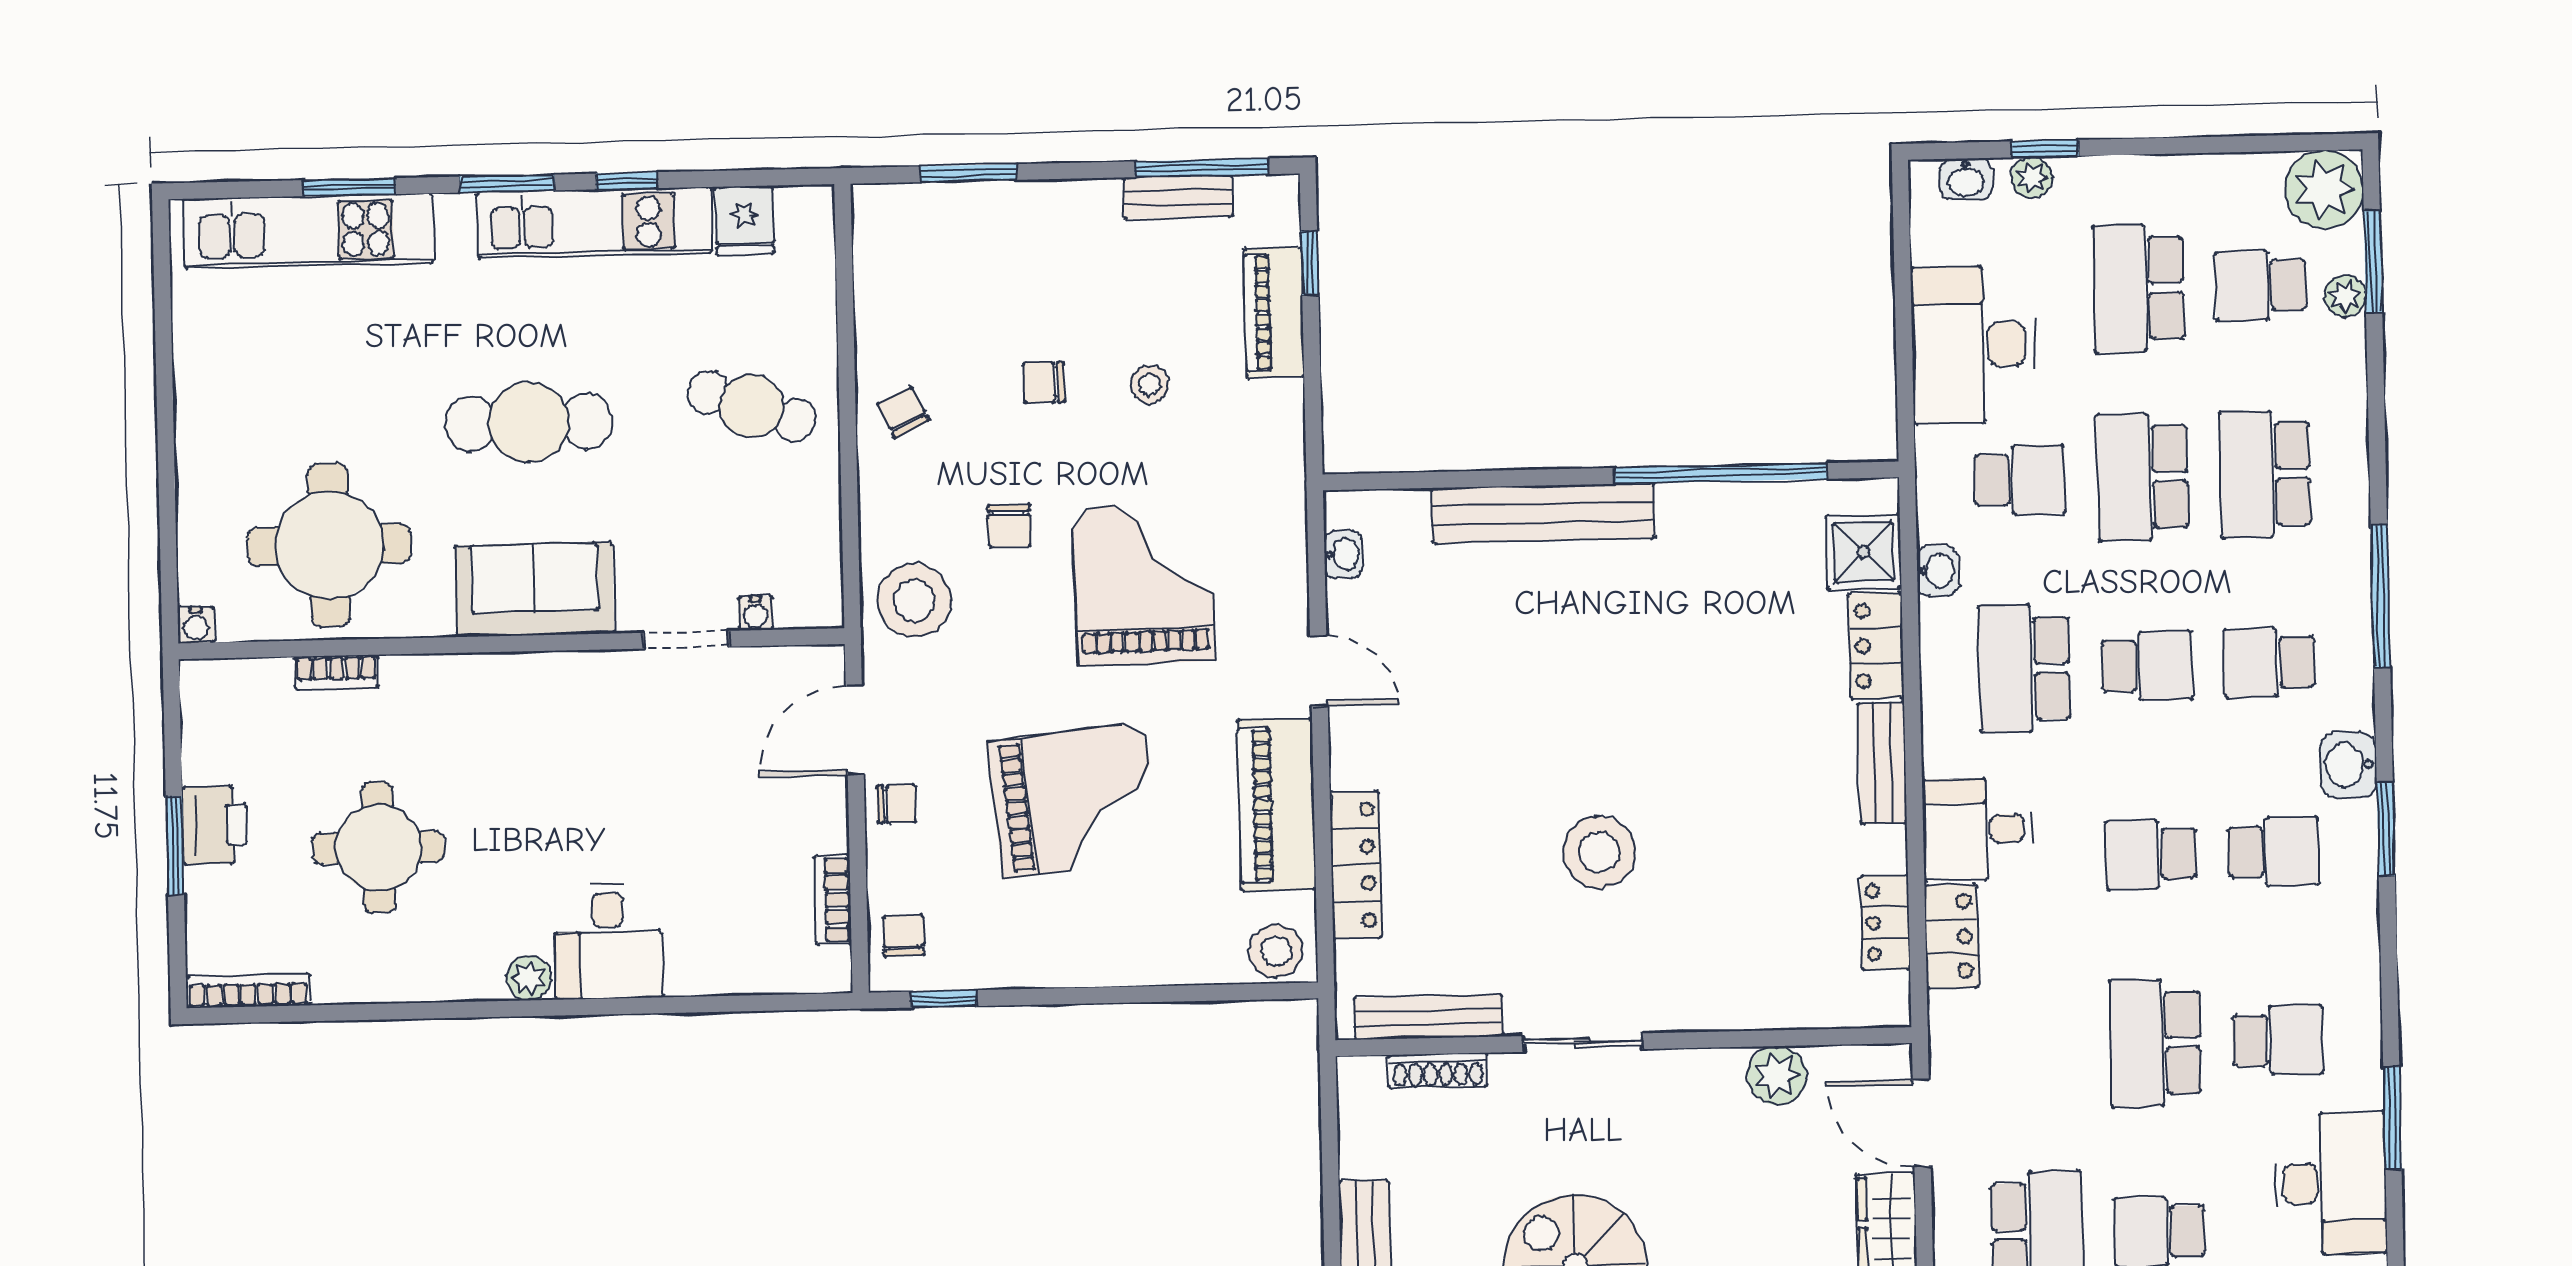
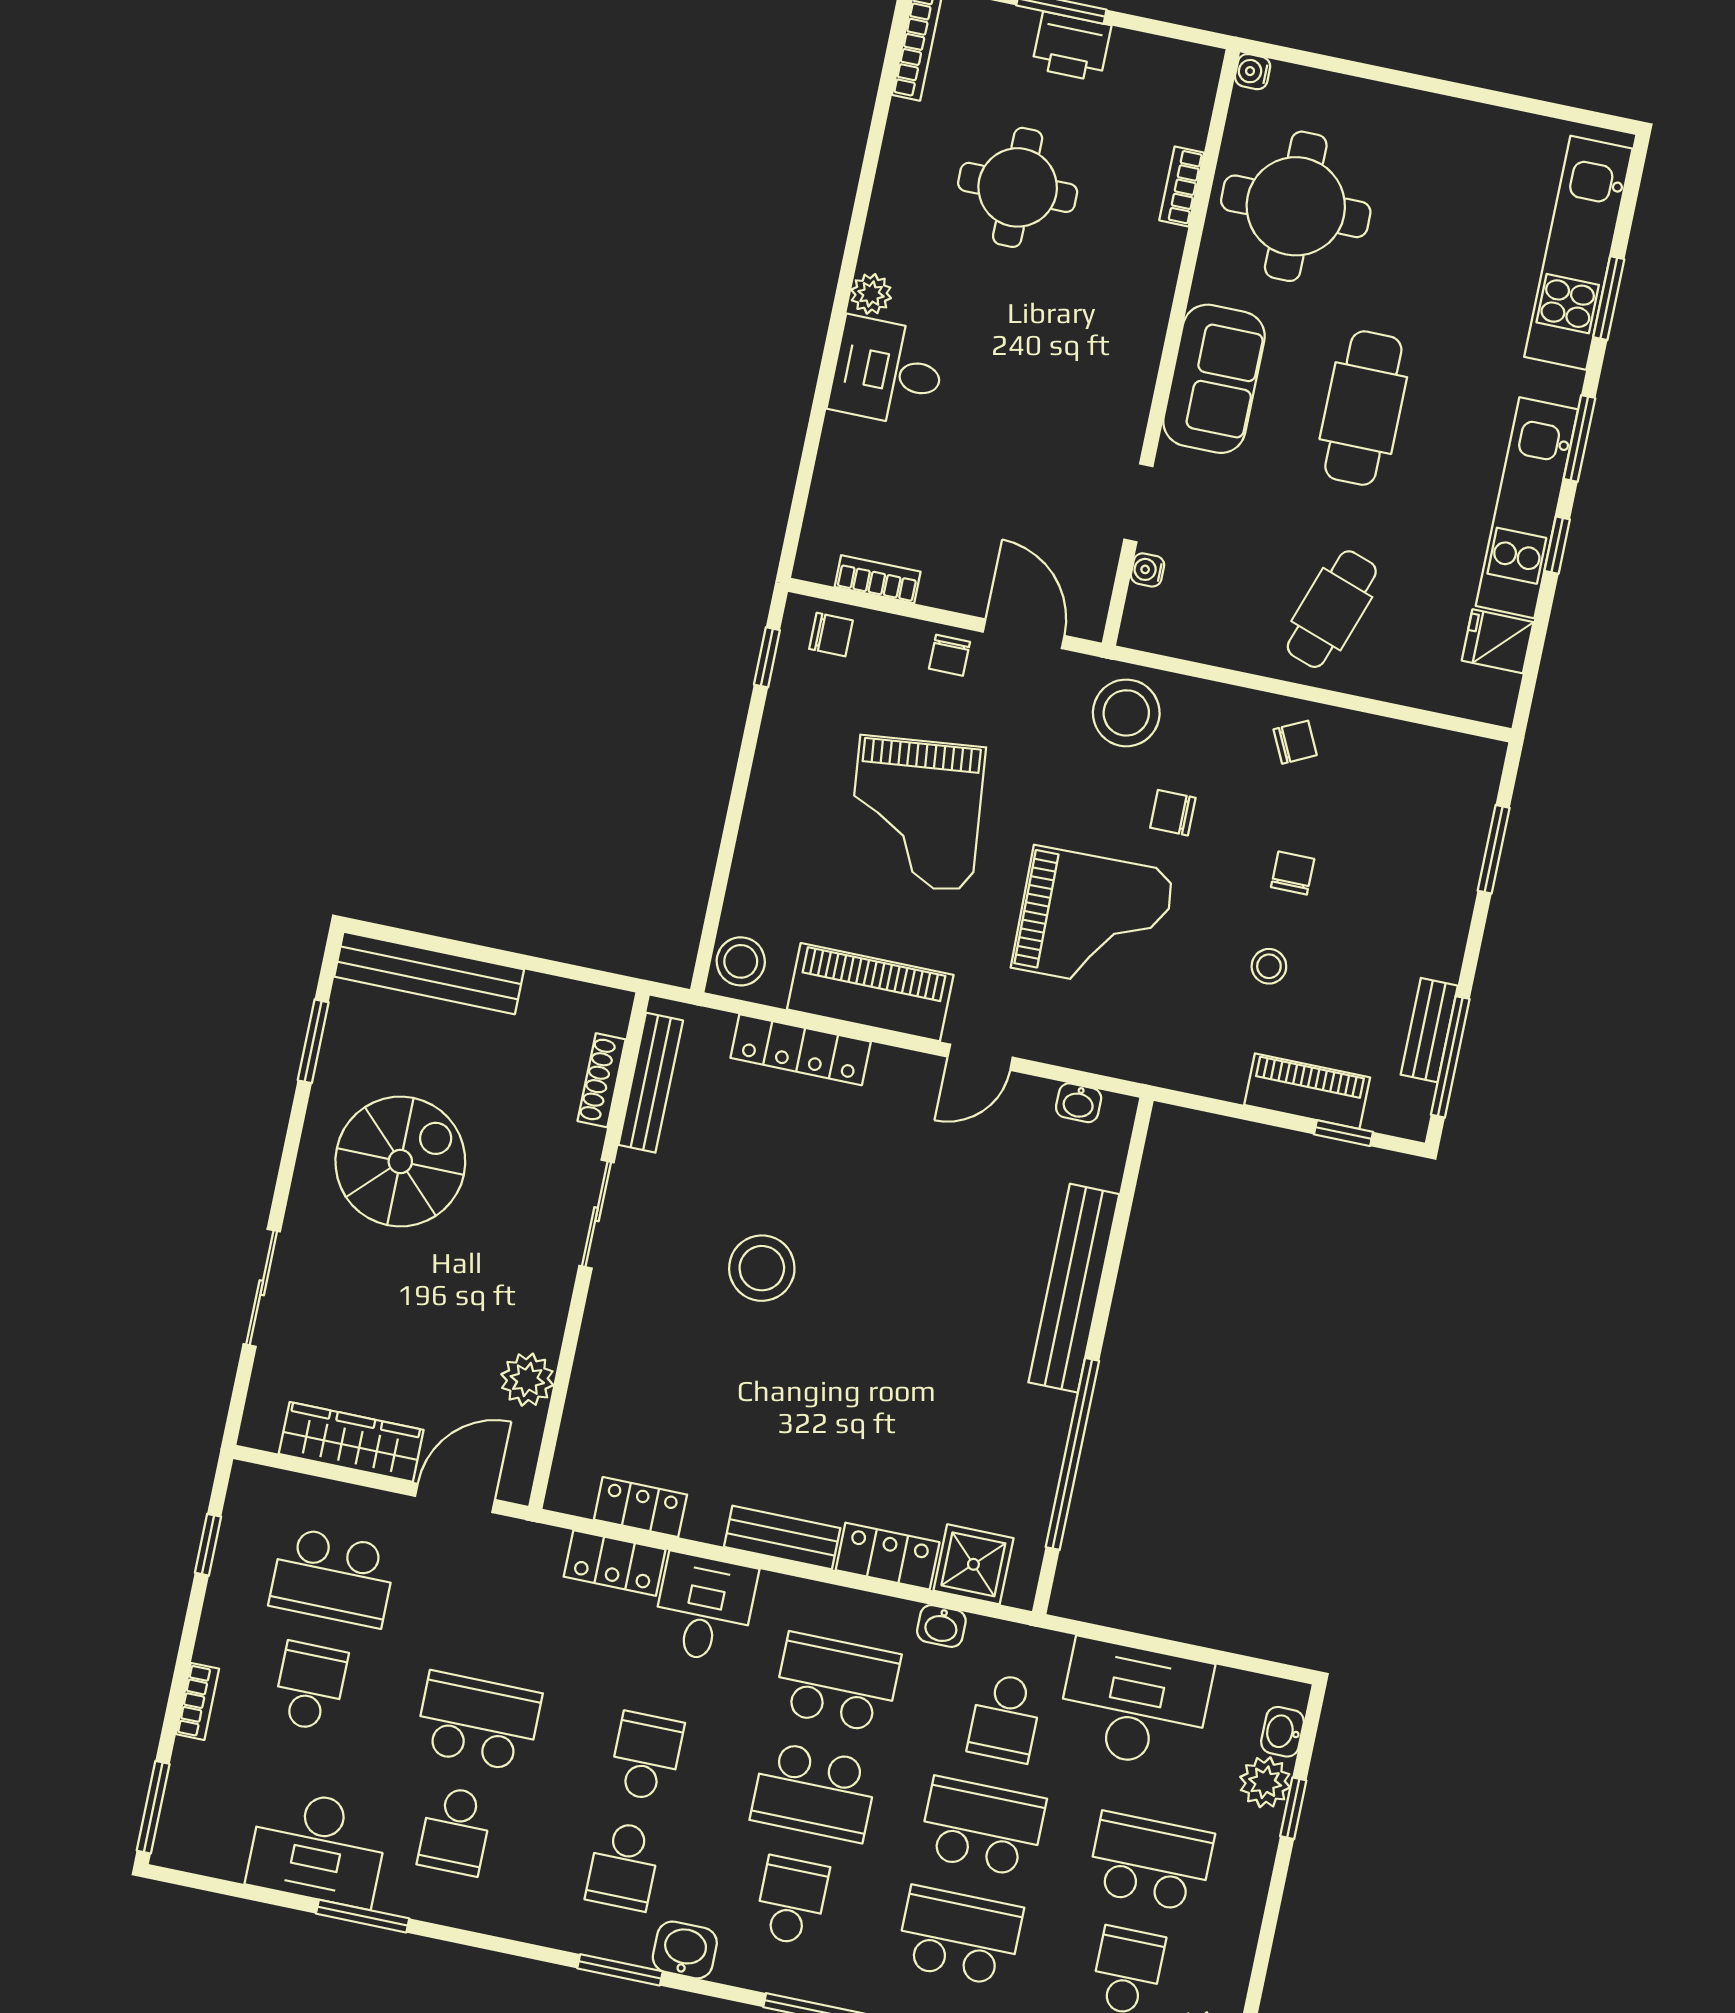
plant: (2032, 177) -> (1265, 1782), width x1.38, depth x1.38
school desk: (2147, 666) -> (814, 1792), width x1.85

